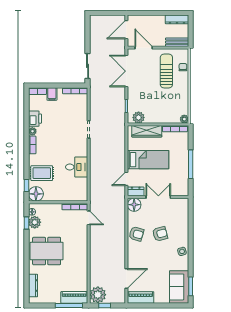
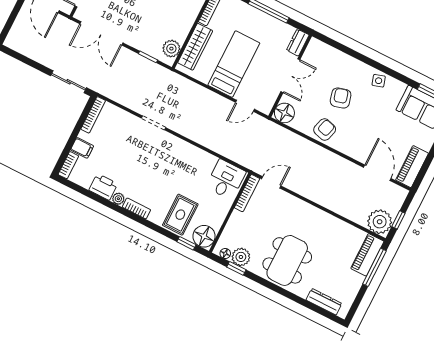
desk: (77, 167) -> (226, 179), moved
door: (126, 179) -> (245, 106), hinge flipped
dresser: (136, 191) -> (298, 43), moved
double door: (158, 197) -> (290, 76), swing flipped

